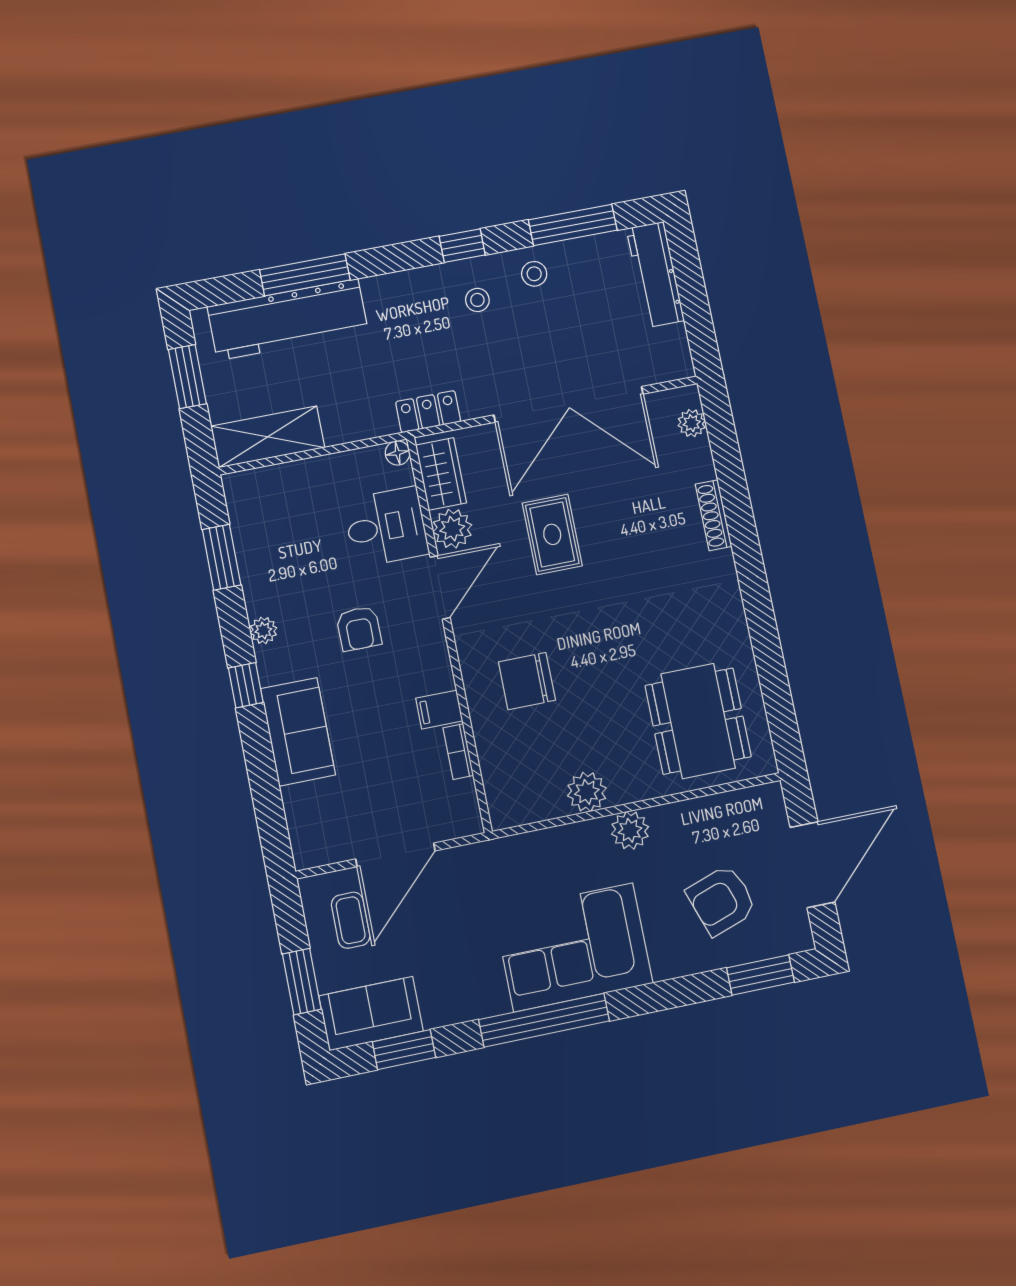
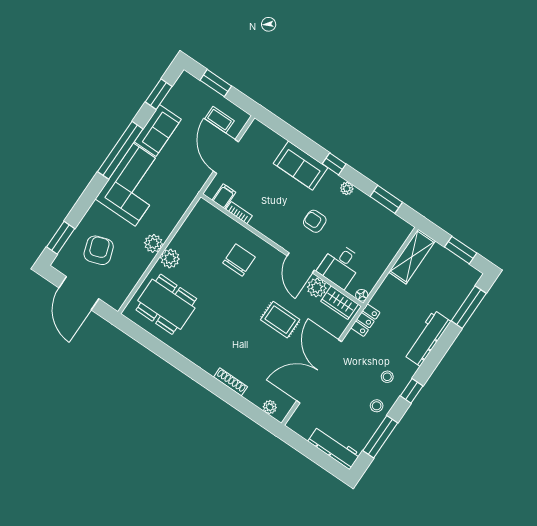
window: (305, 275) -> (469, 307), moved
workbench: (288, 320) -> (427, 338), moved, width x0.73, depth x0.76
filing cabinet: (439, 710) -> (224, 196), moved
plant: (587, 792) -> (170, 258), moved
sofa: (371, 1014) -> (158, 130), moved

